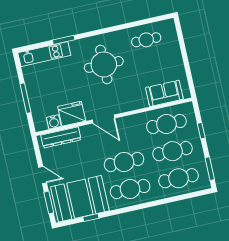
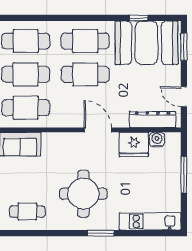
window: (64, 40) -> (101, 233), moved
door: (43, 175) -> (184, 97), moved

